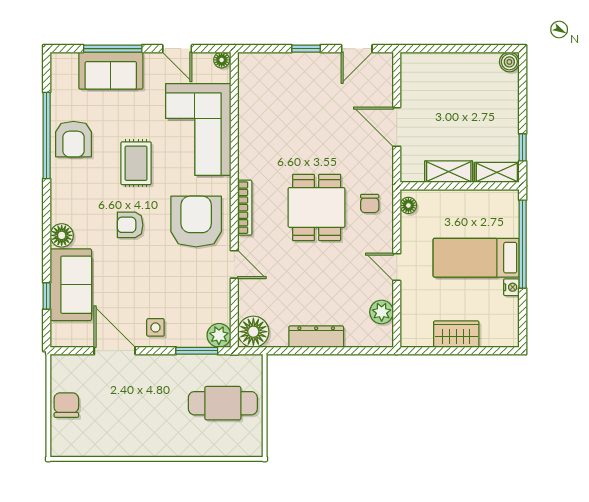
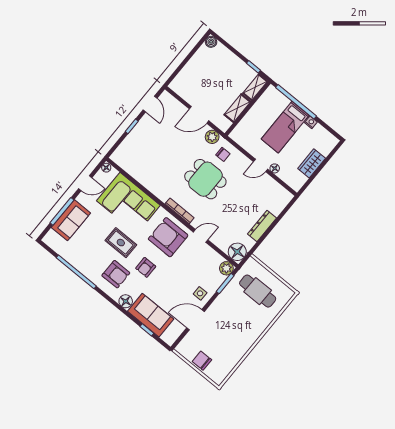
armchair: (73, 139) -> (116, 274), moved
floor lamp: (408, 205) -> (275, 168), moved
plant: (382, 312) -> (212, 137), moved
cafe table: (223, 403) -> (258, 291), turned 90

